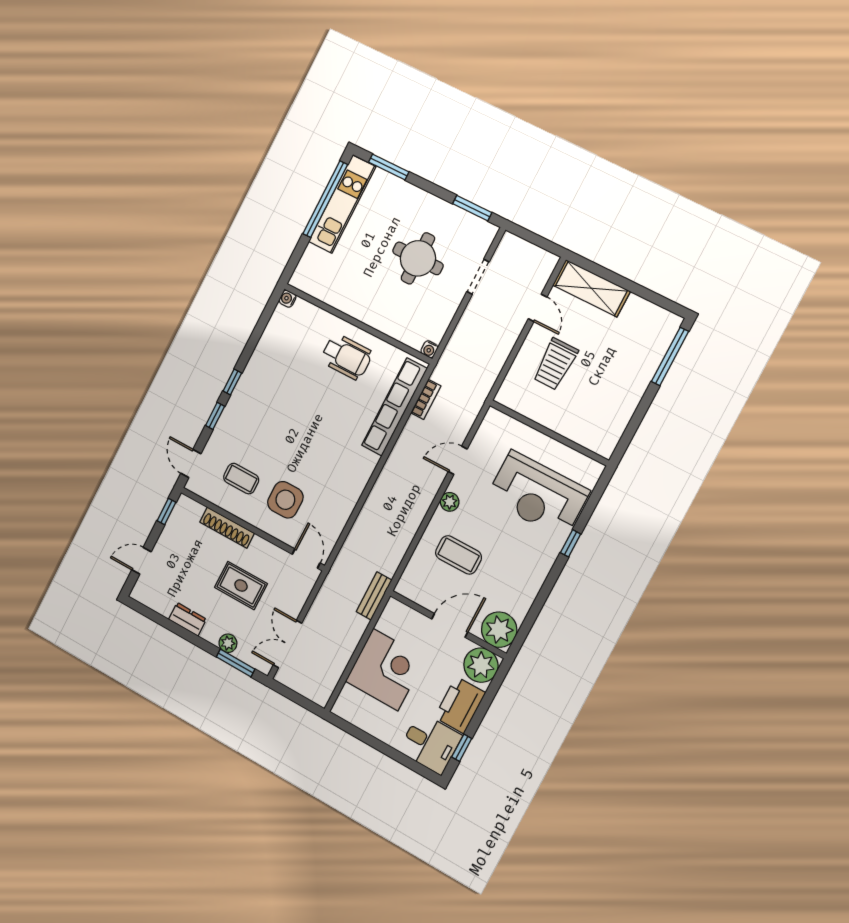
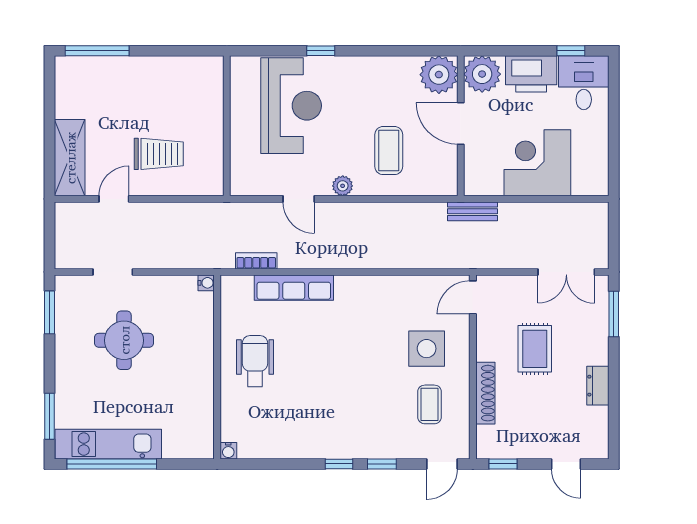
row of seats: (394, 407) -> (294, 288), width x0.73
plant: (228, 643) -> (599, 332), removed

